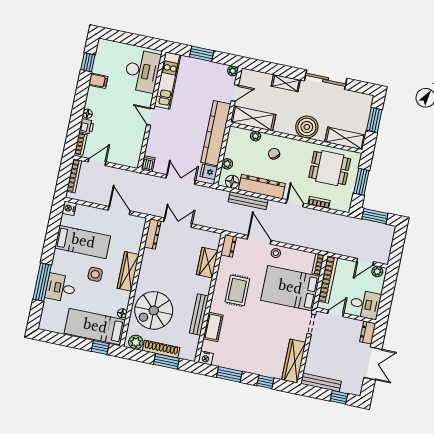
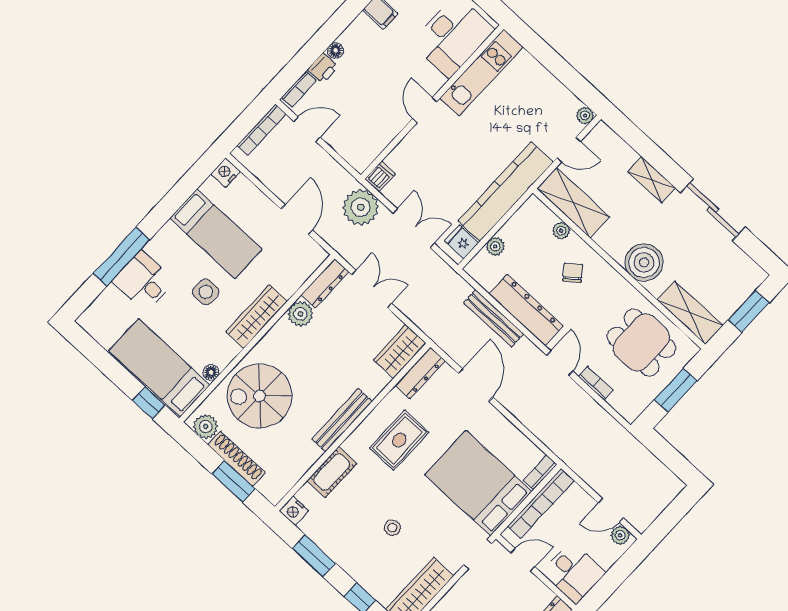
window: (202, 54) -> (555, 63), removed
floor lamp: (232, 182) -> (487, 277), removed
plant: (147, 185) -> (361, 207), added
window: (375, 216) -> (665, 452), removed
dresser: (229, 246) -> (420, 373), width x1.44
stool: (276, 253) -> (392, 528), moved
plant: (149, 257) -> (300, 314), added
wardrobe: (207, 263) -> (400, 351), moved
bench: (199, 315) -> (342, 420), moved

